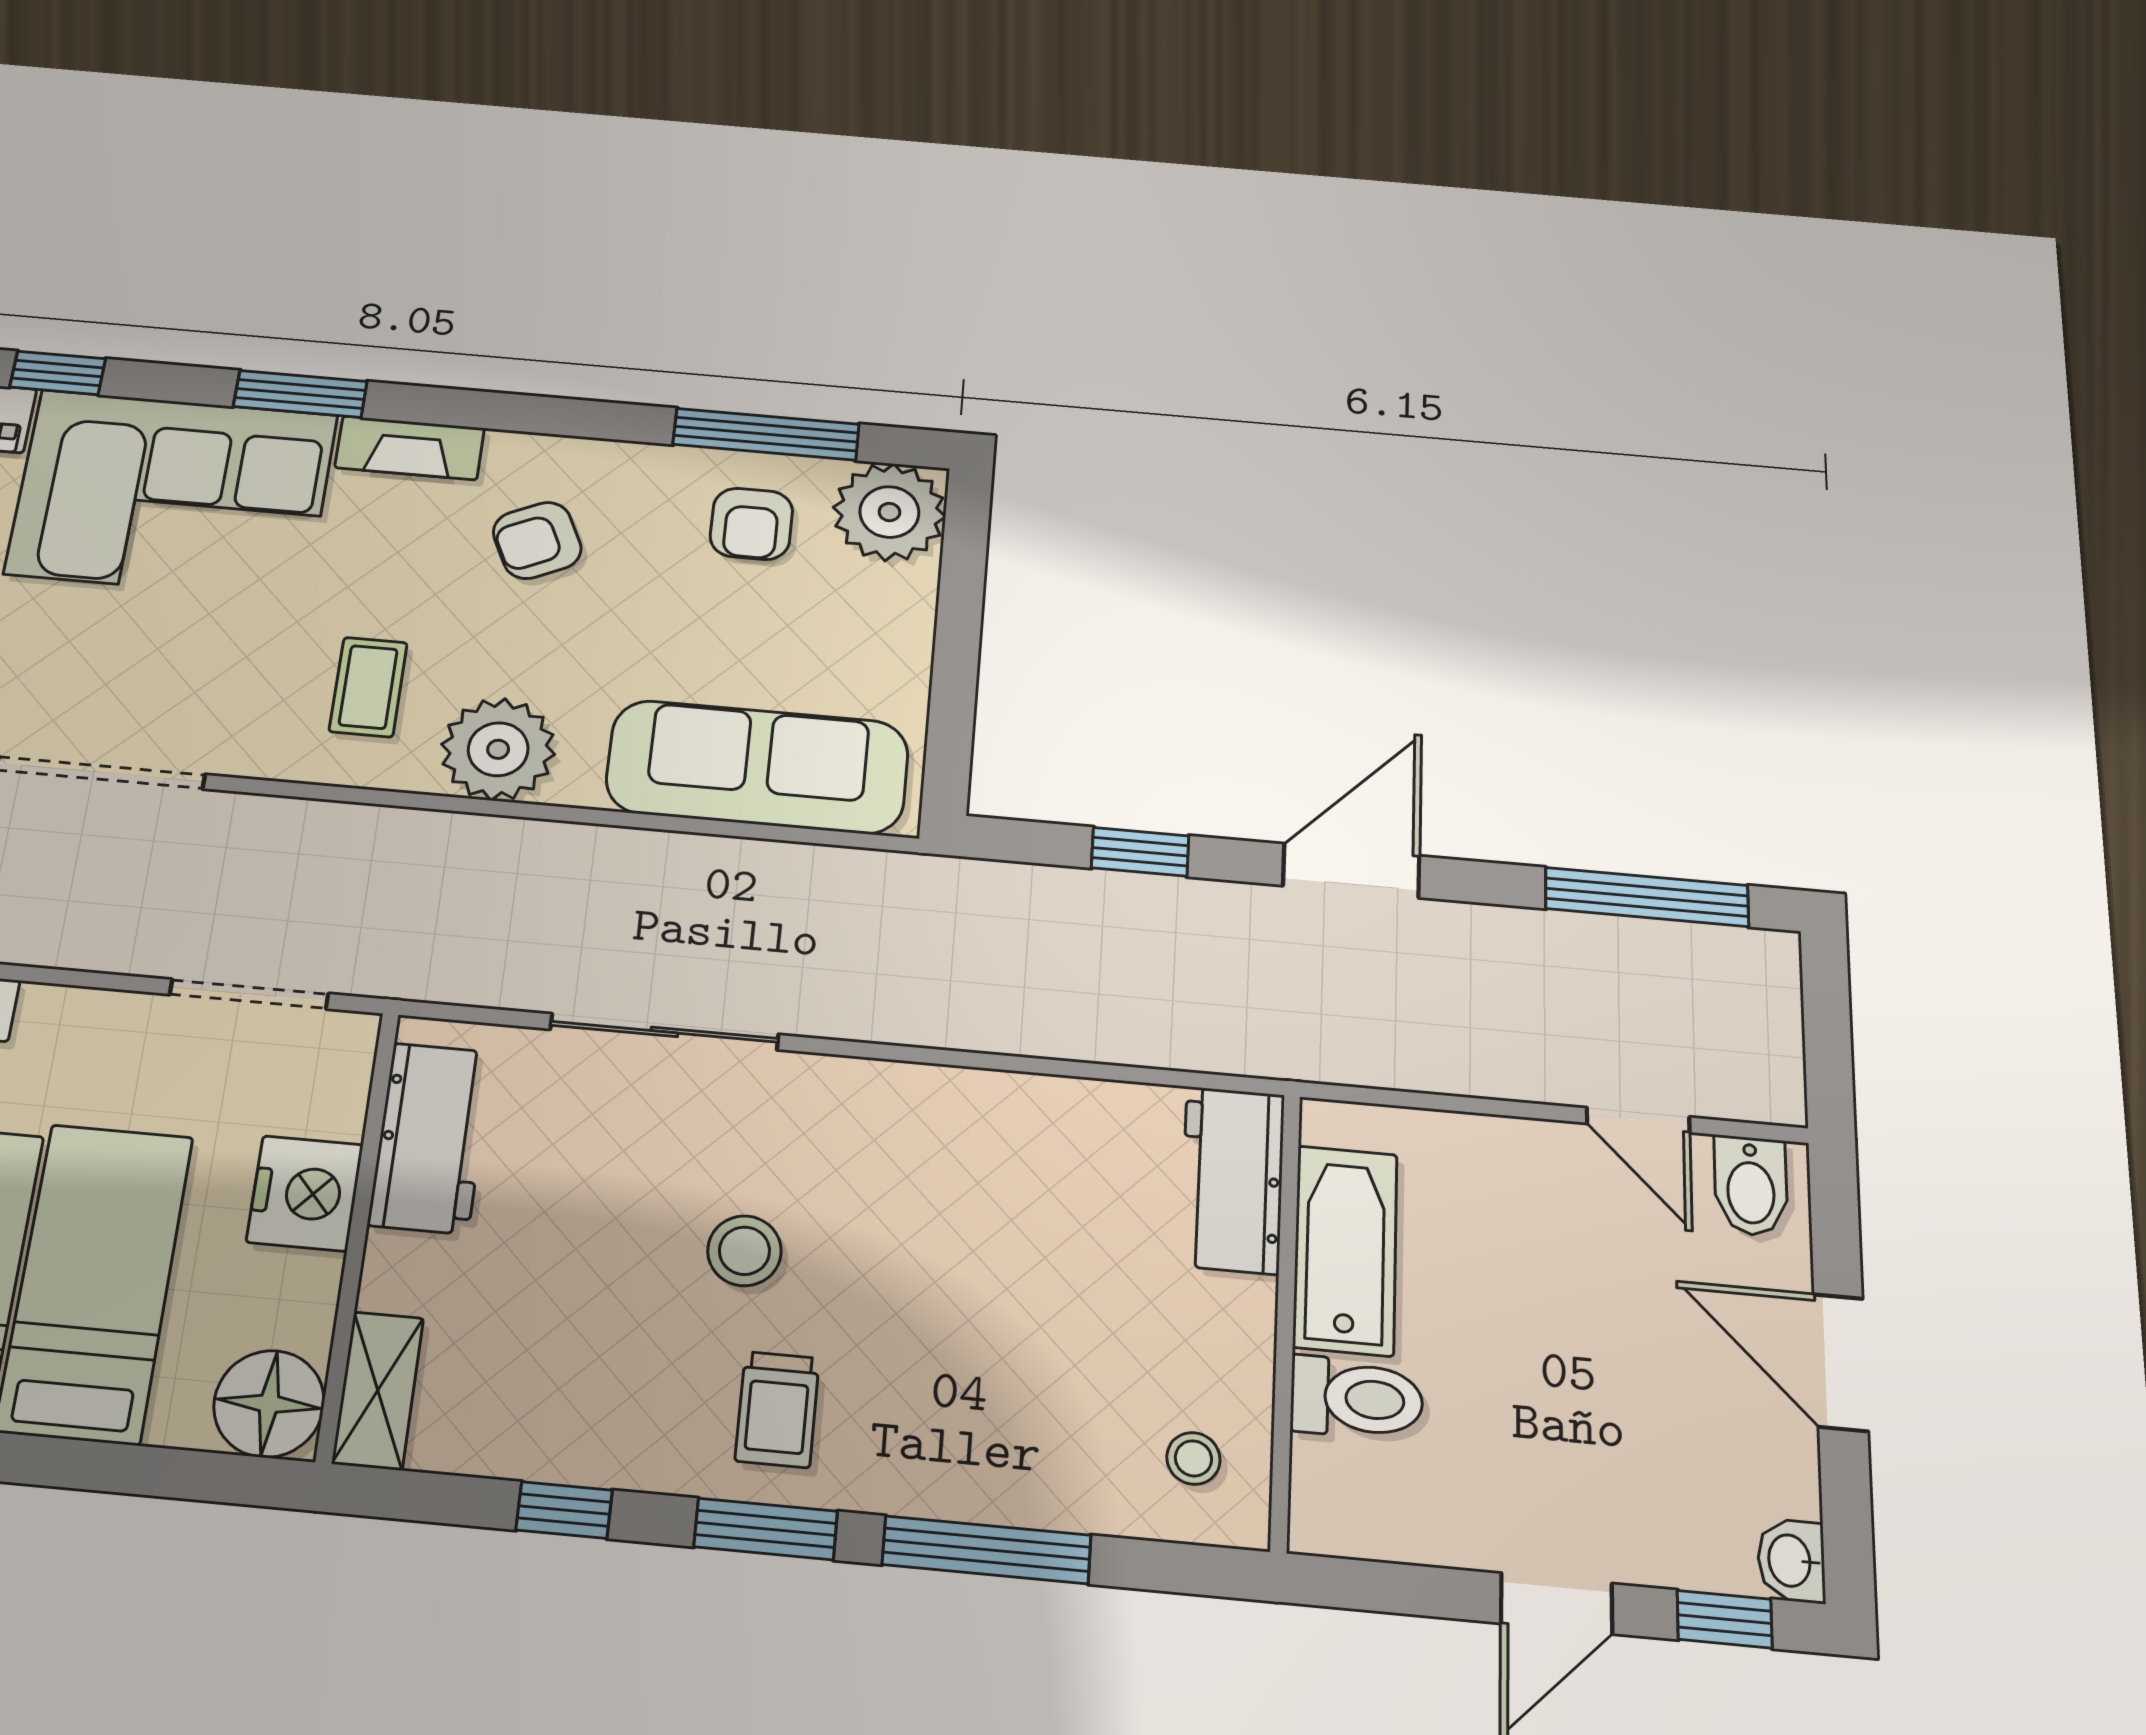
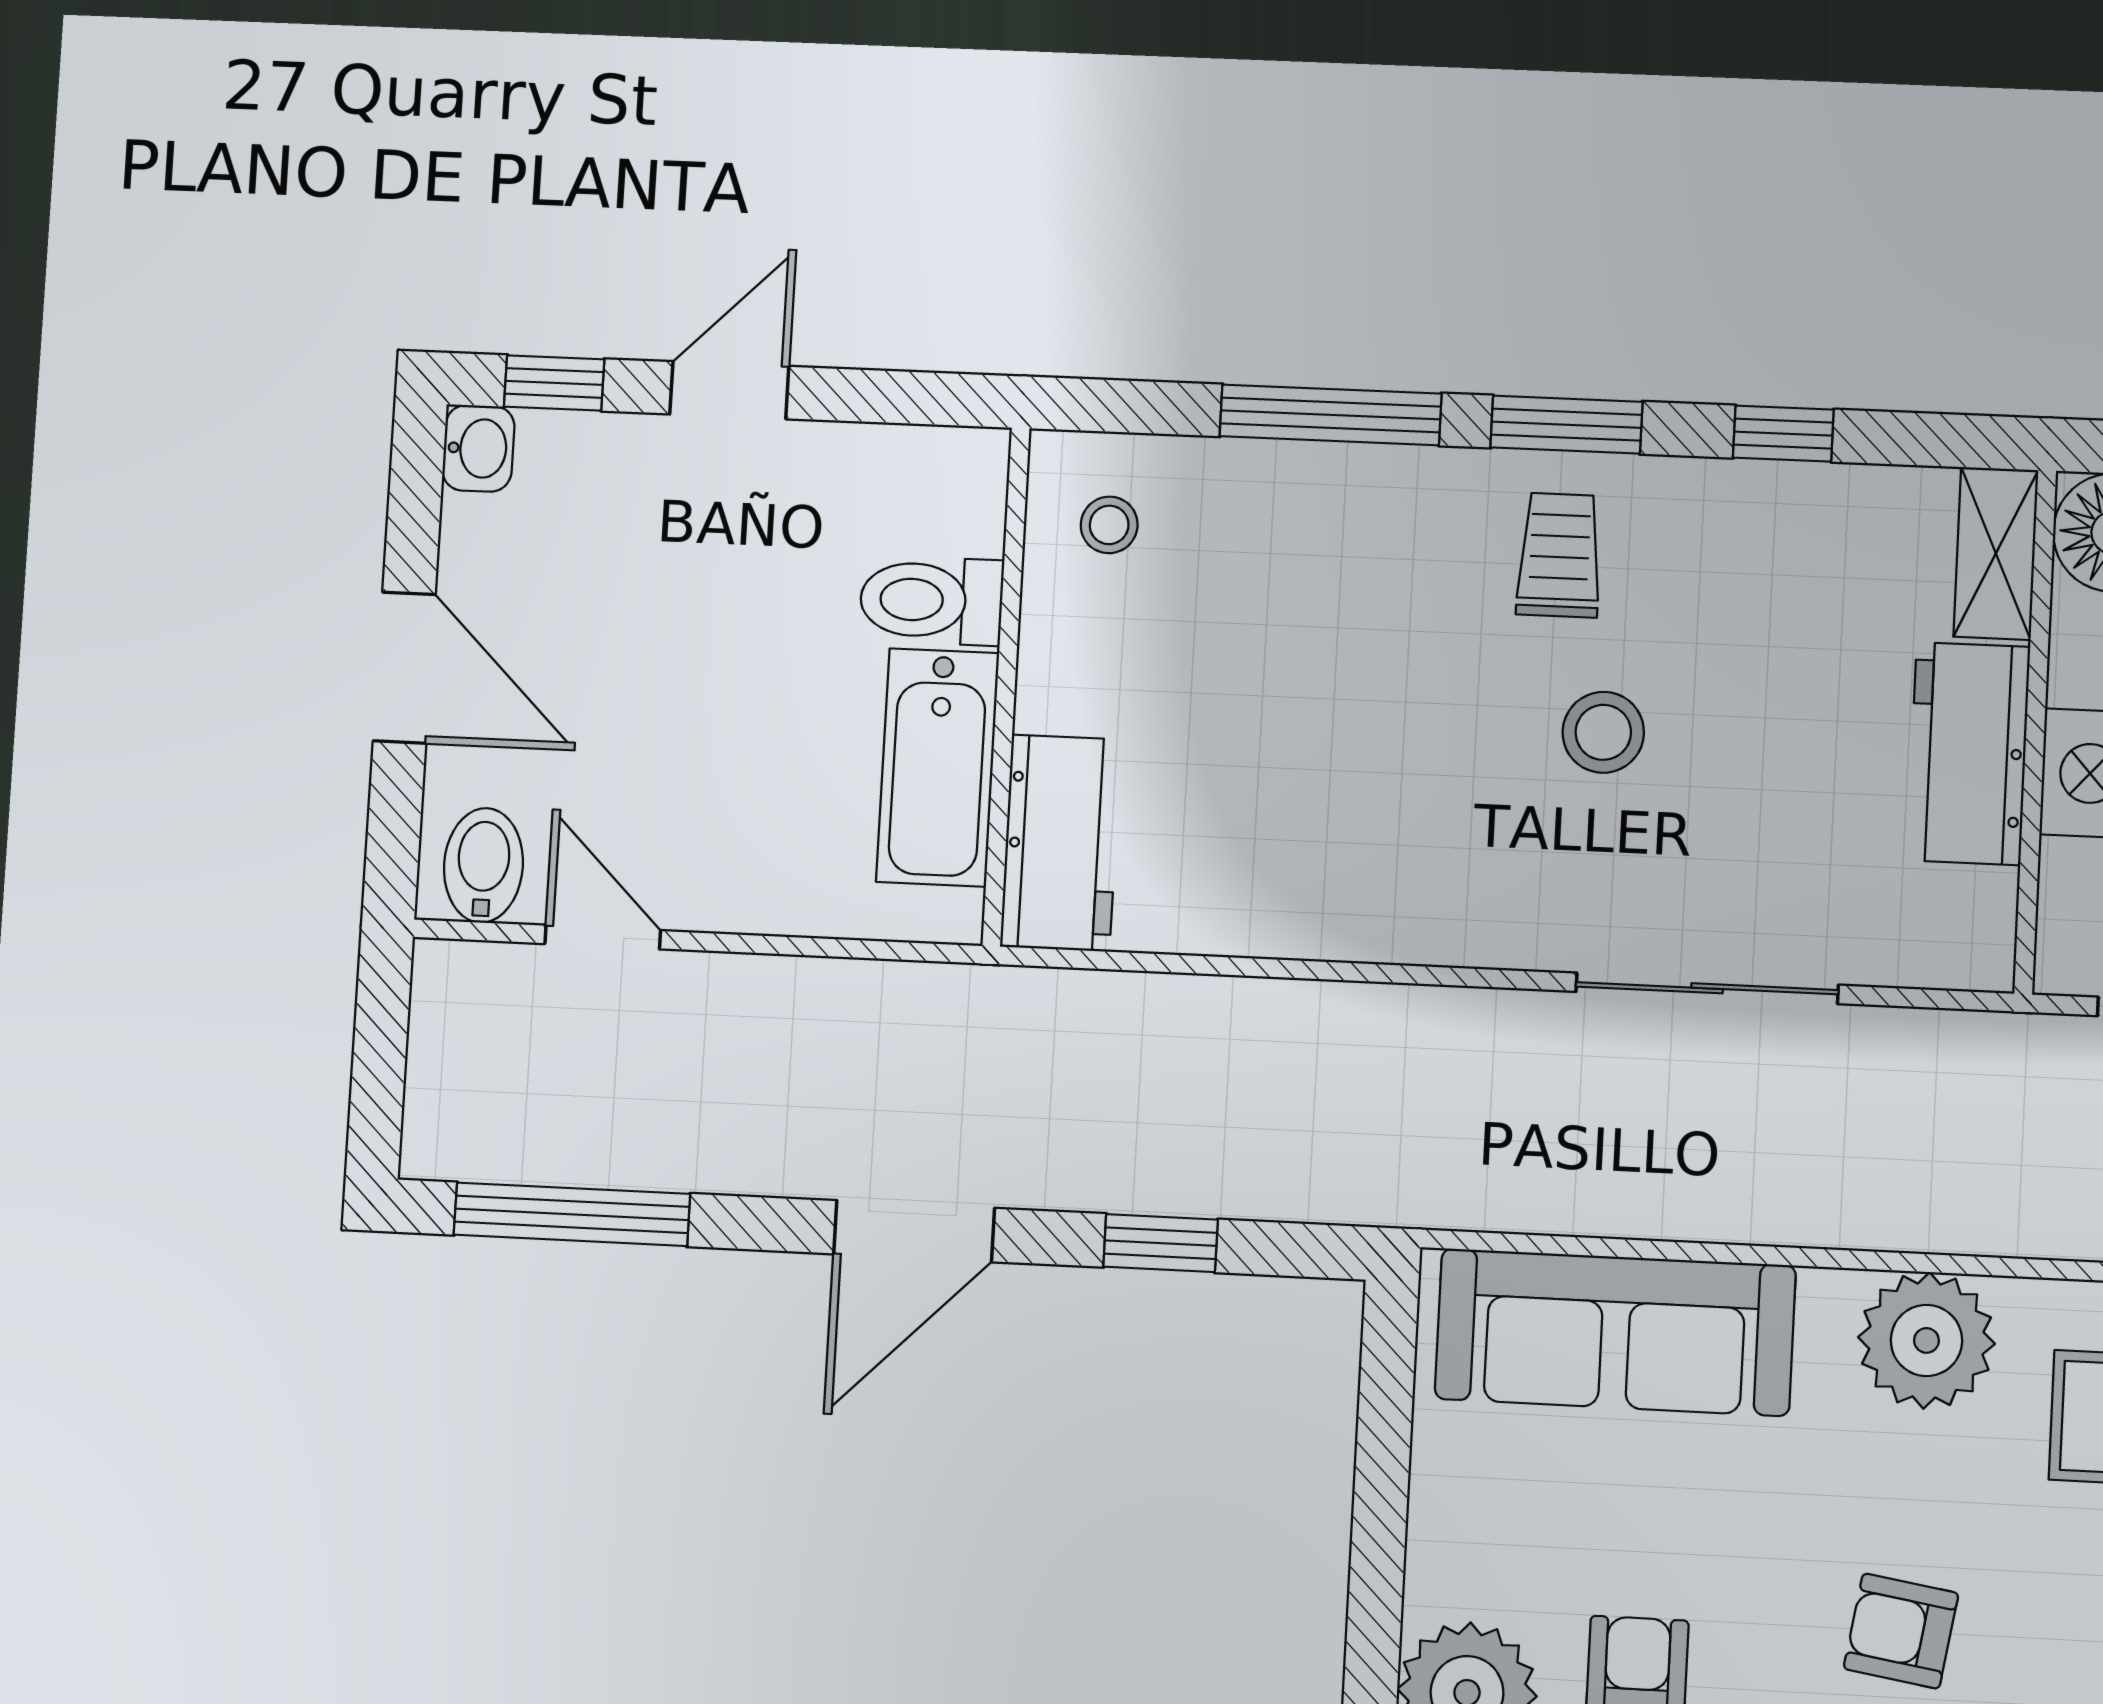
armchair: (537, 540) -> (1901, 1631), turned -146
workbench: (430, 1138) -> (1968, 754), moved

